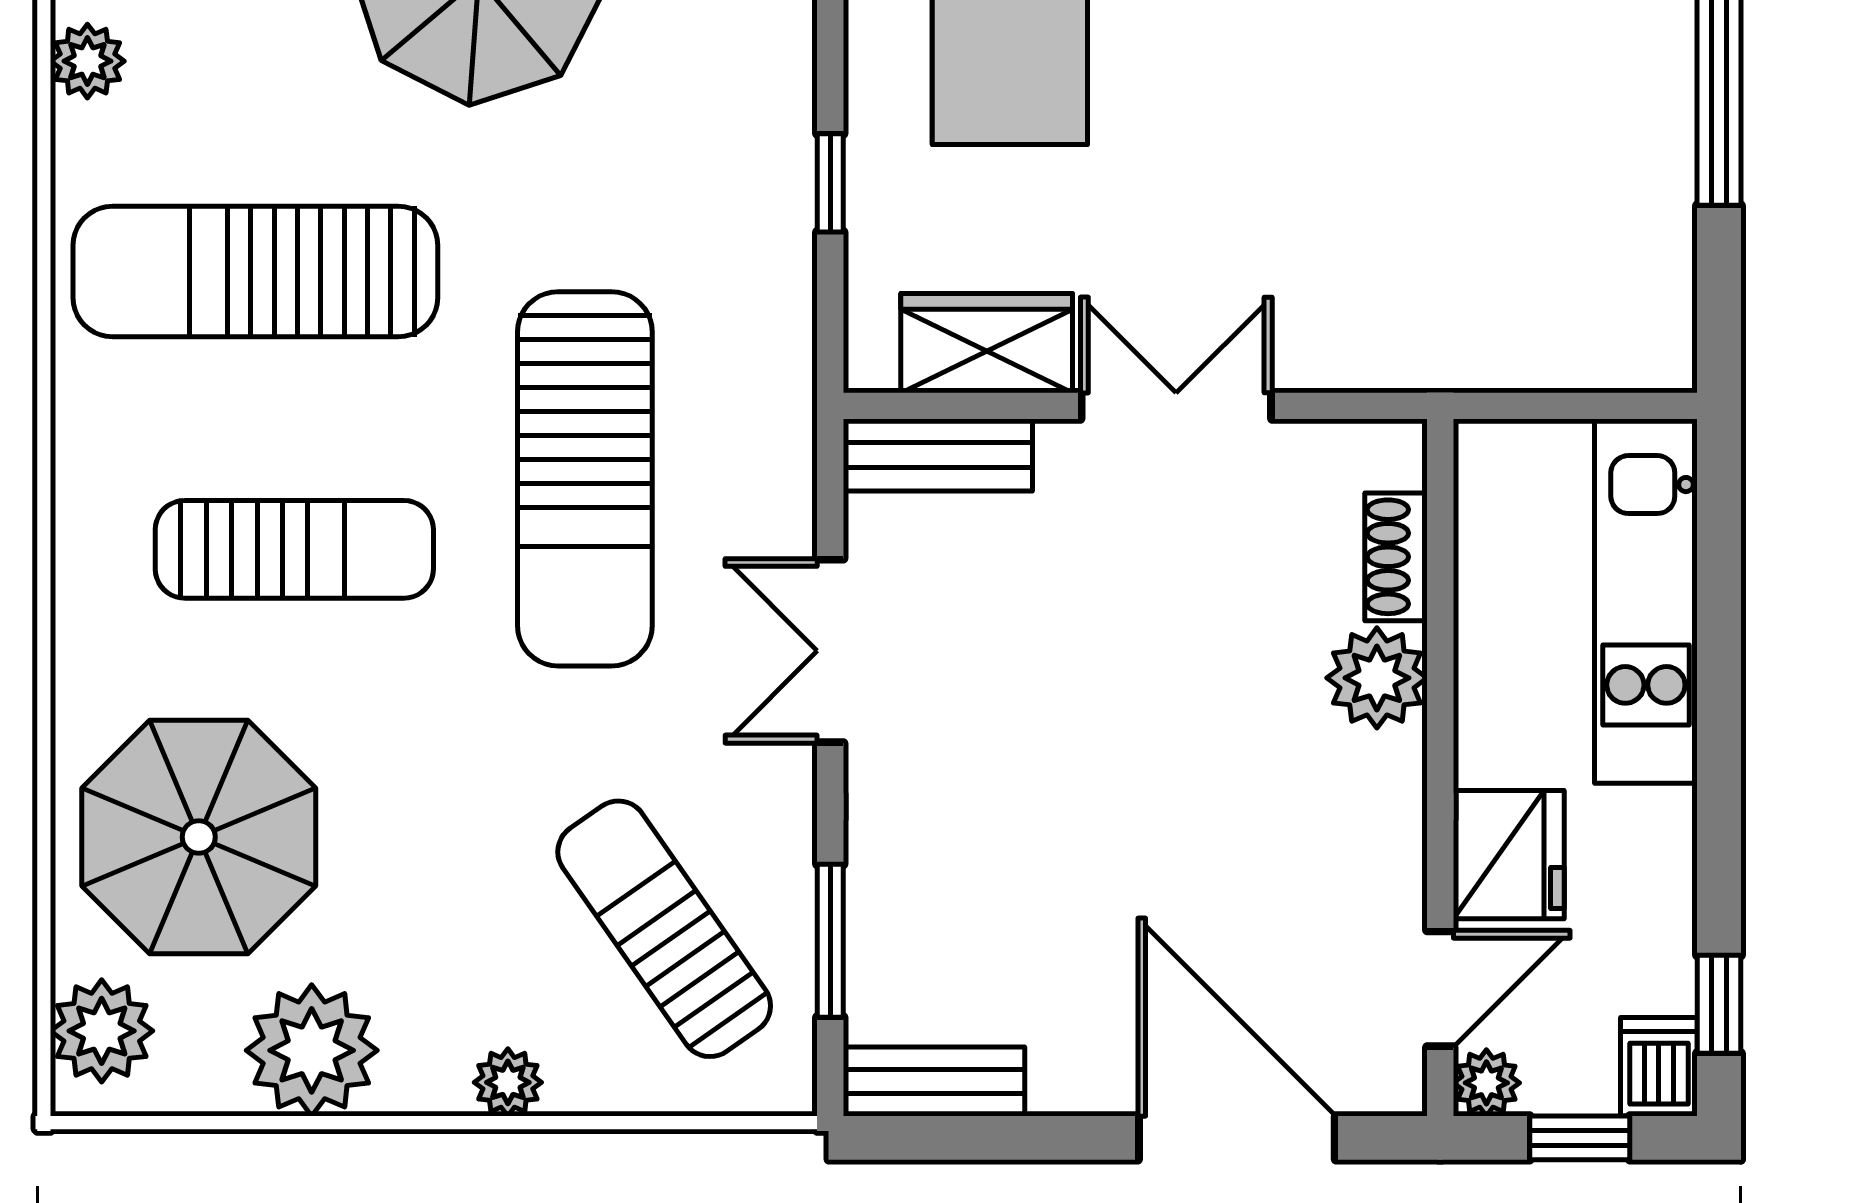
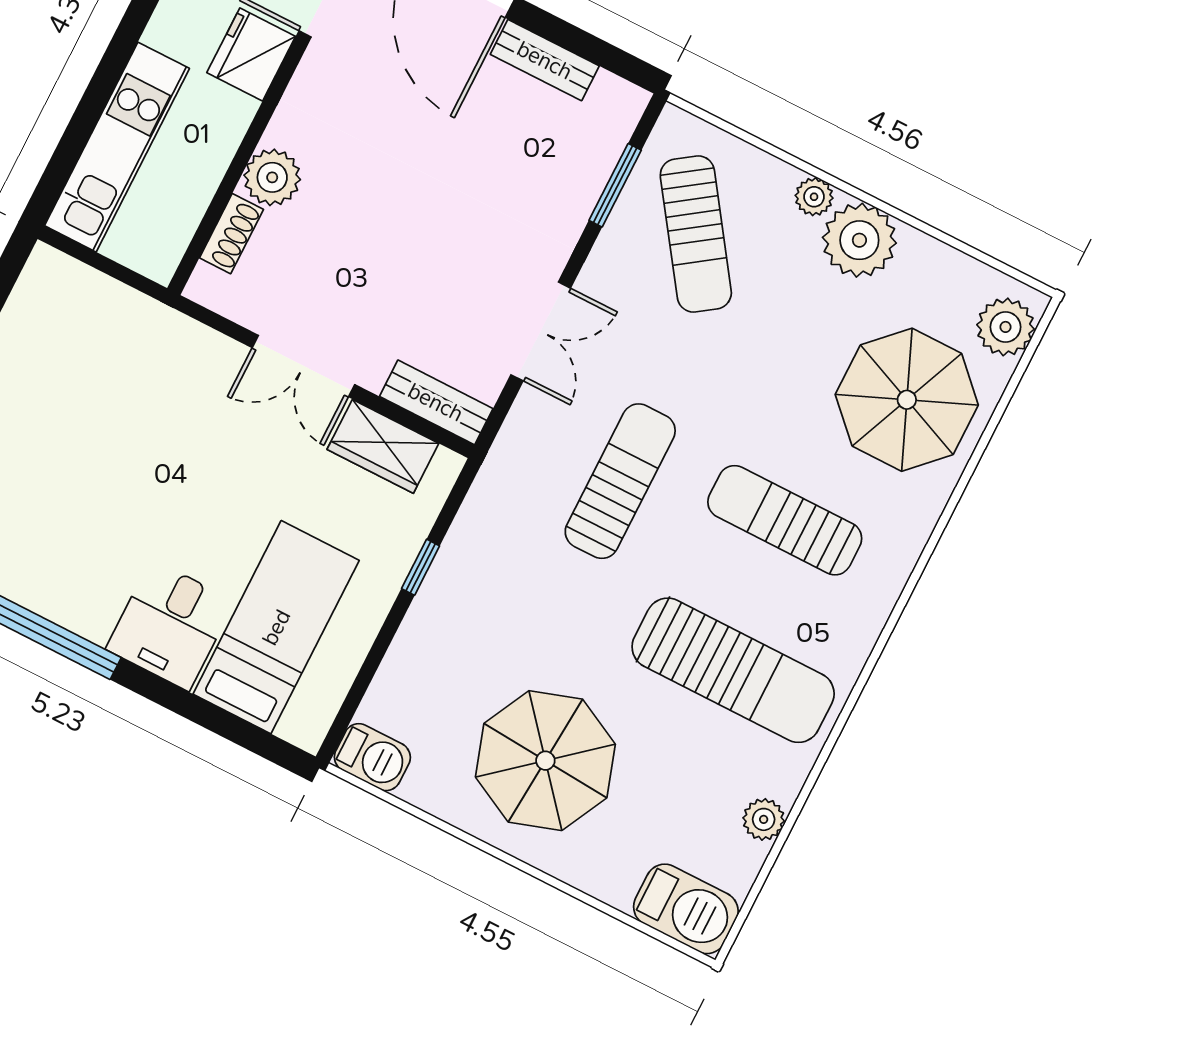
sun lounger: (585, 479) -> (620, 481), width x0.73, depth x0.75
plant: (312, 1050) -> (859, 240), moved
bench: (934, 1081) -> (545, 60), moved

